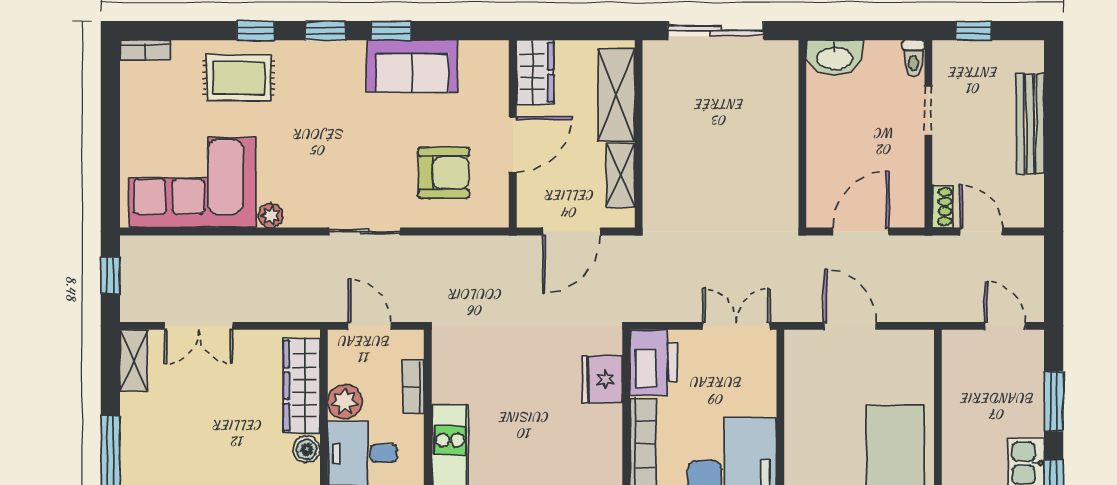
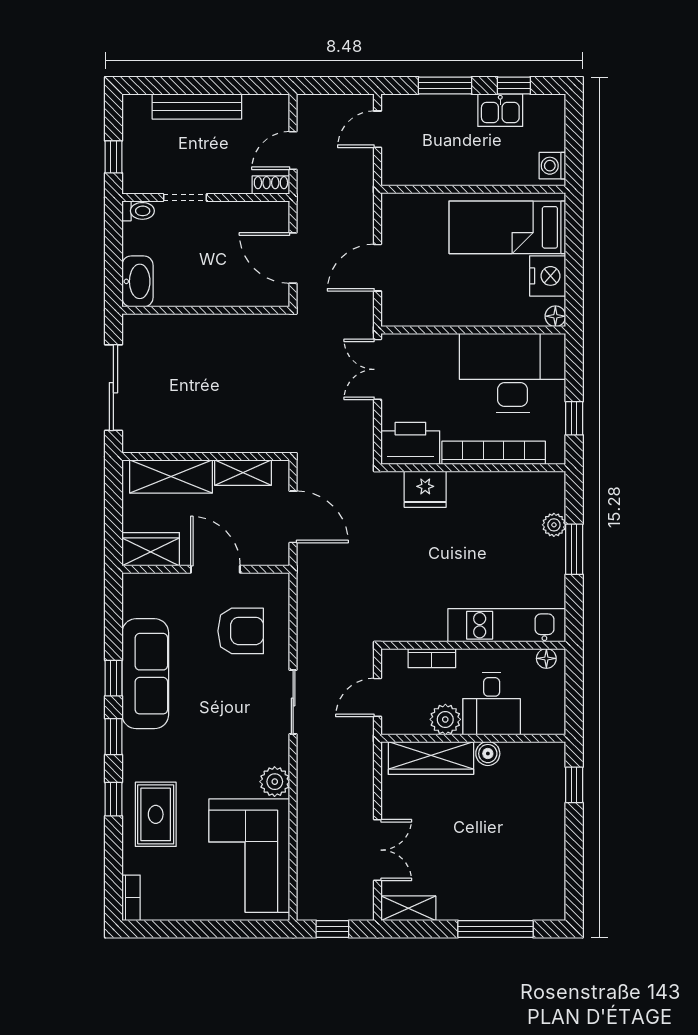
sofa: (412, 66) -> (145, 674), width x1.36
armchair: (444, 173) -> (241, 631), turned 90
plant: (271, 216) -> (275, 782), width x1.38, depth x1.38

